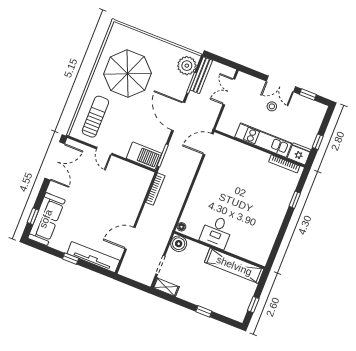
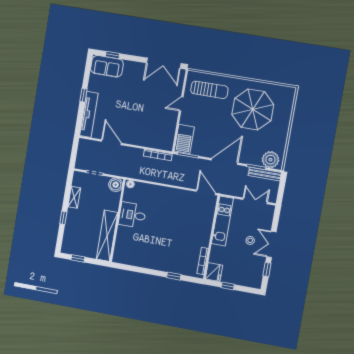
kitchen unit: (263, 140) -> (222, 221), moved
sofa: (46, 219) -> (107, 66), width x0.73
shelving: (166, 287) -> (74, 197), moved

